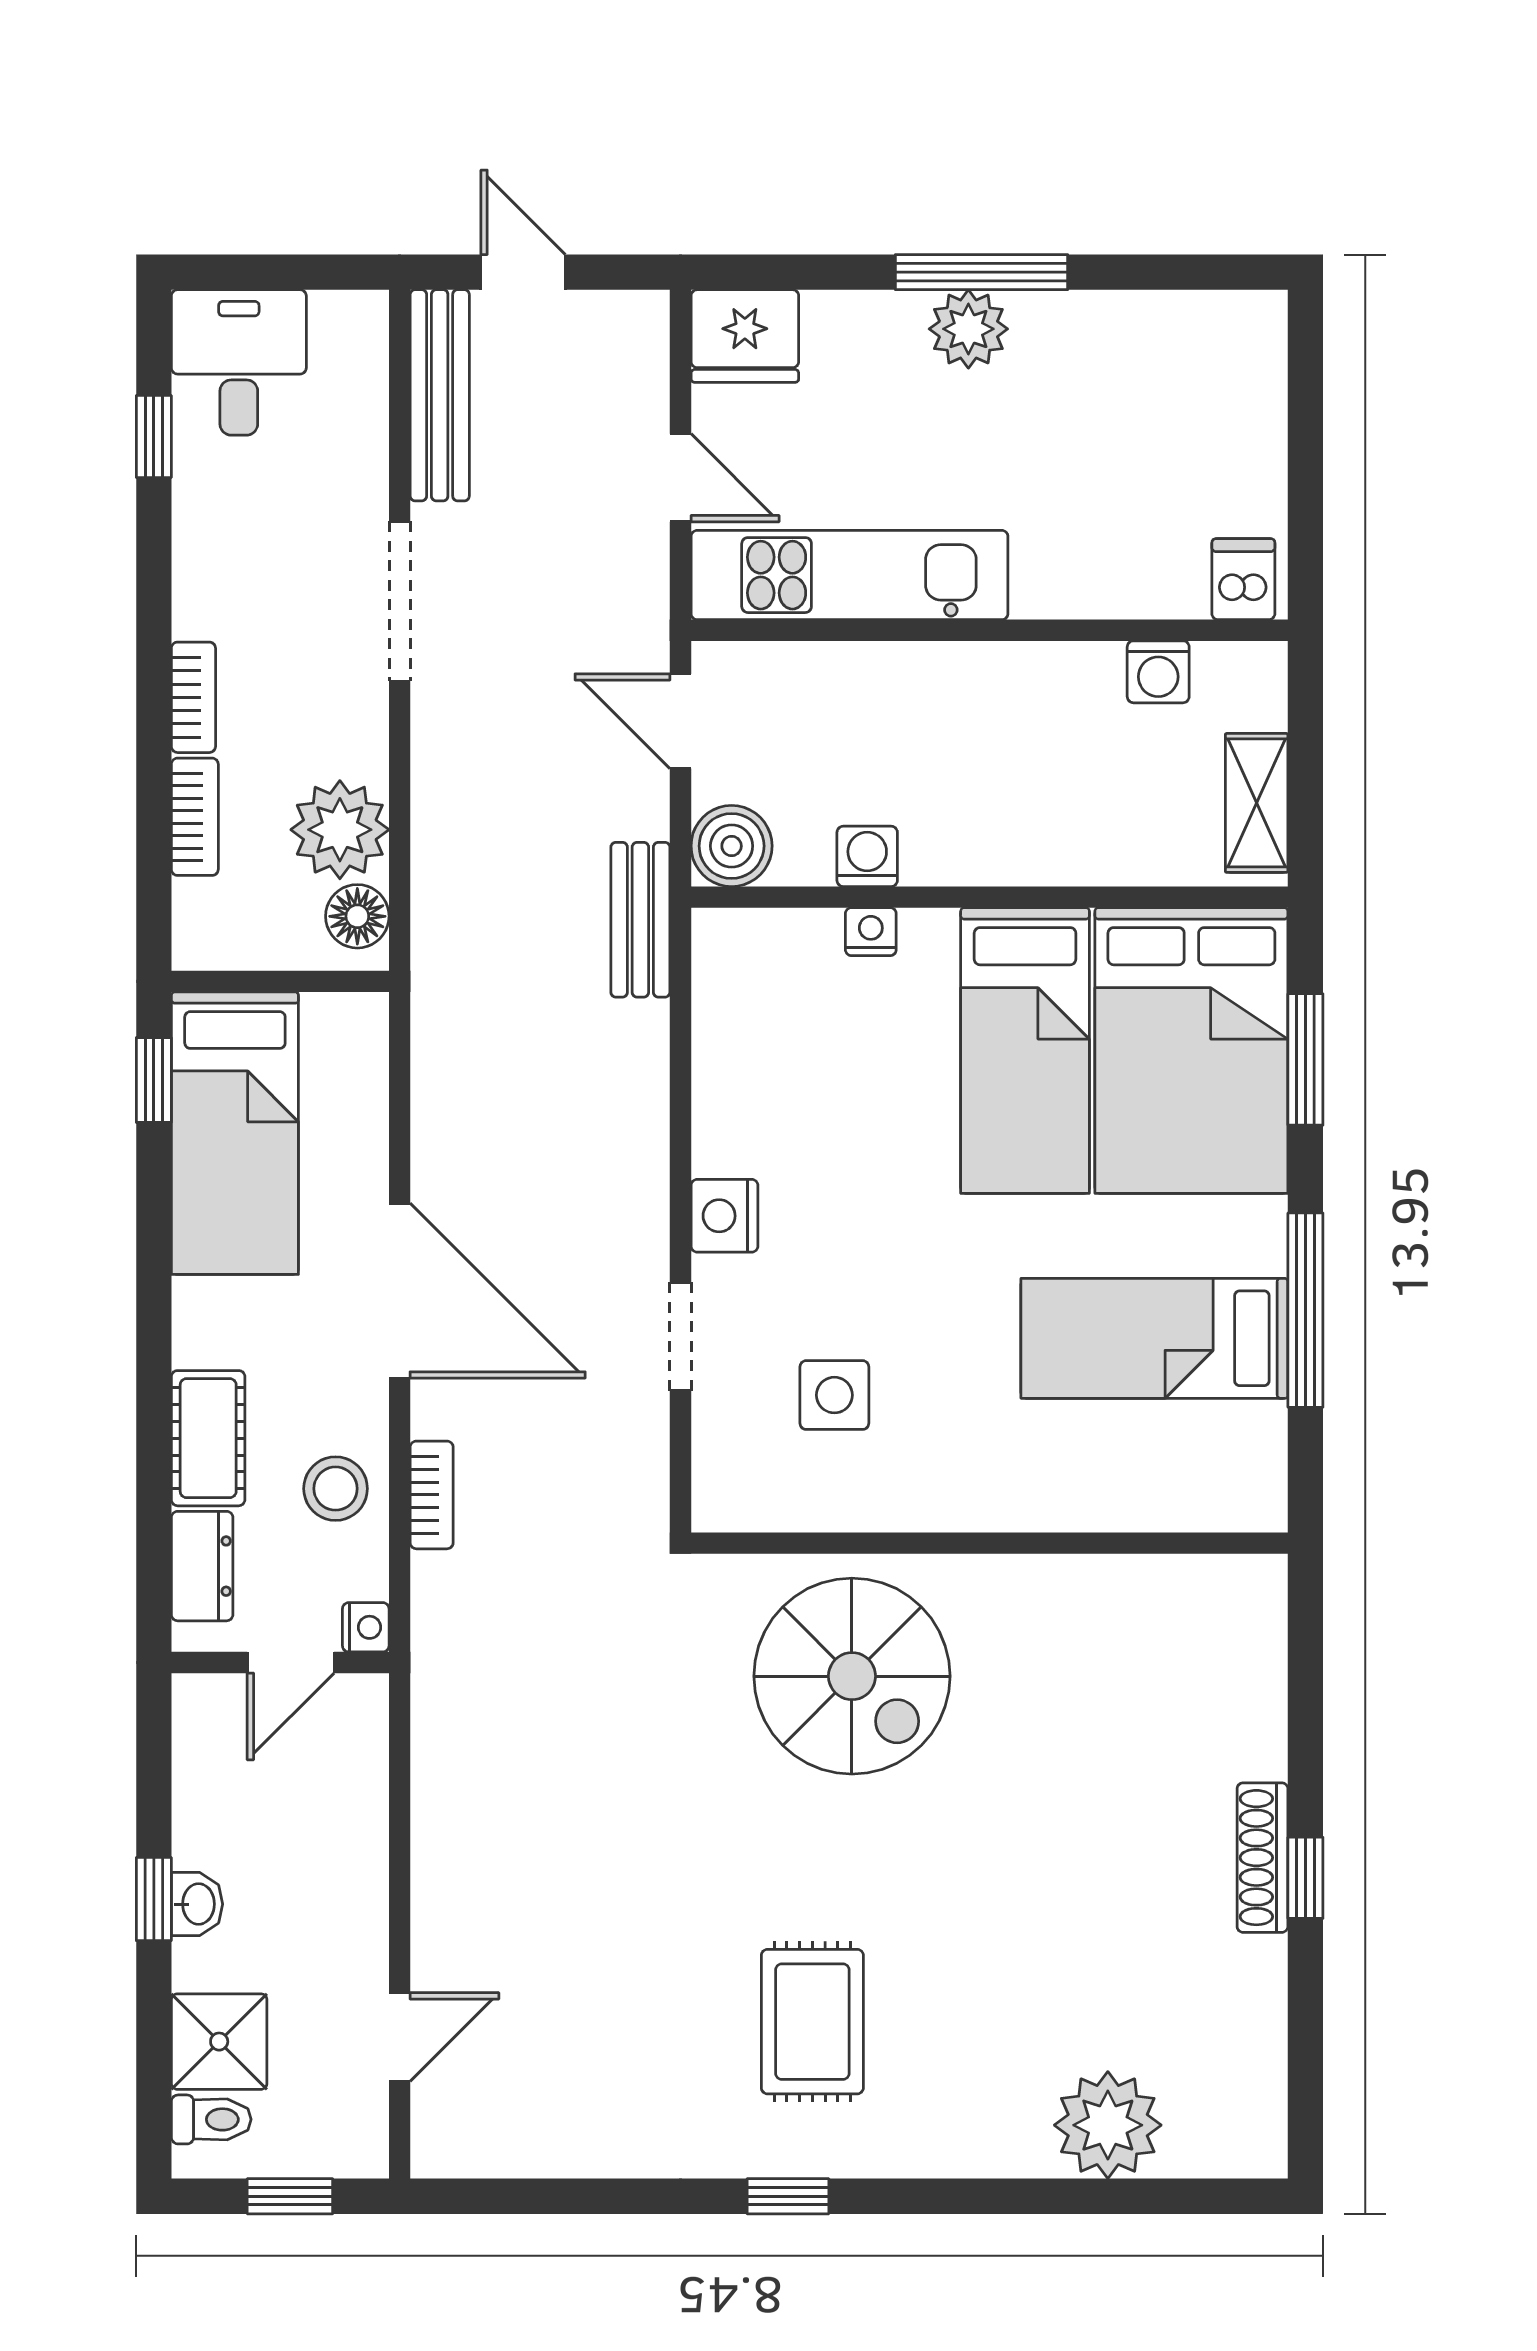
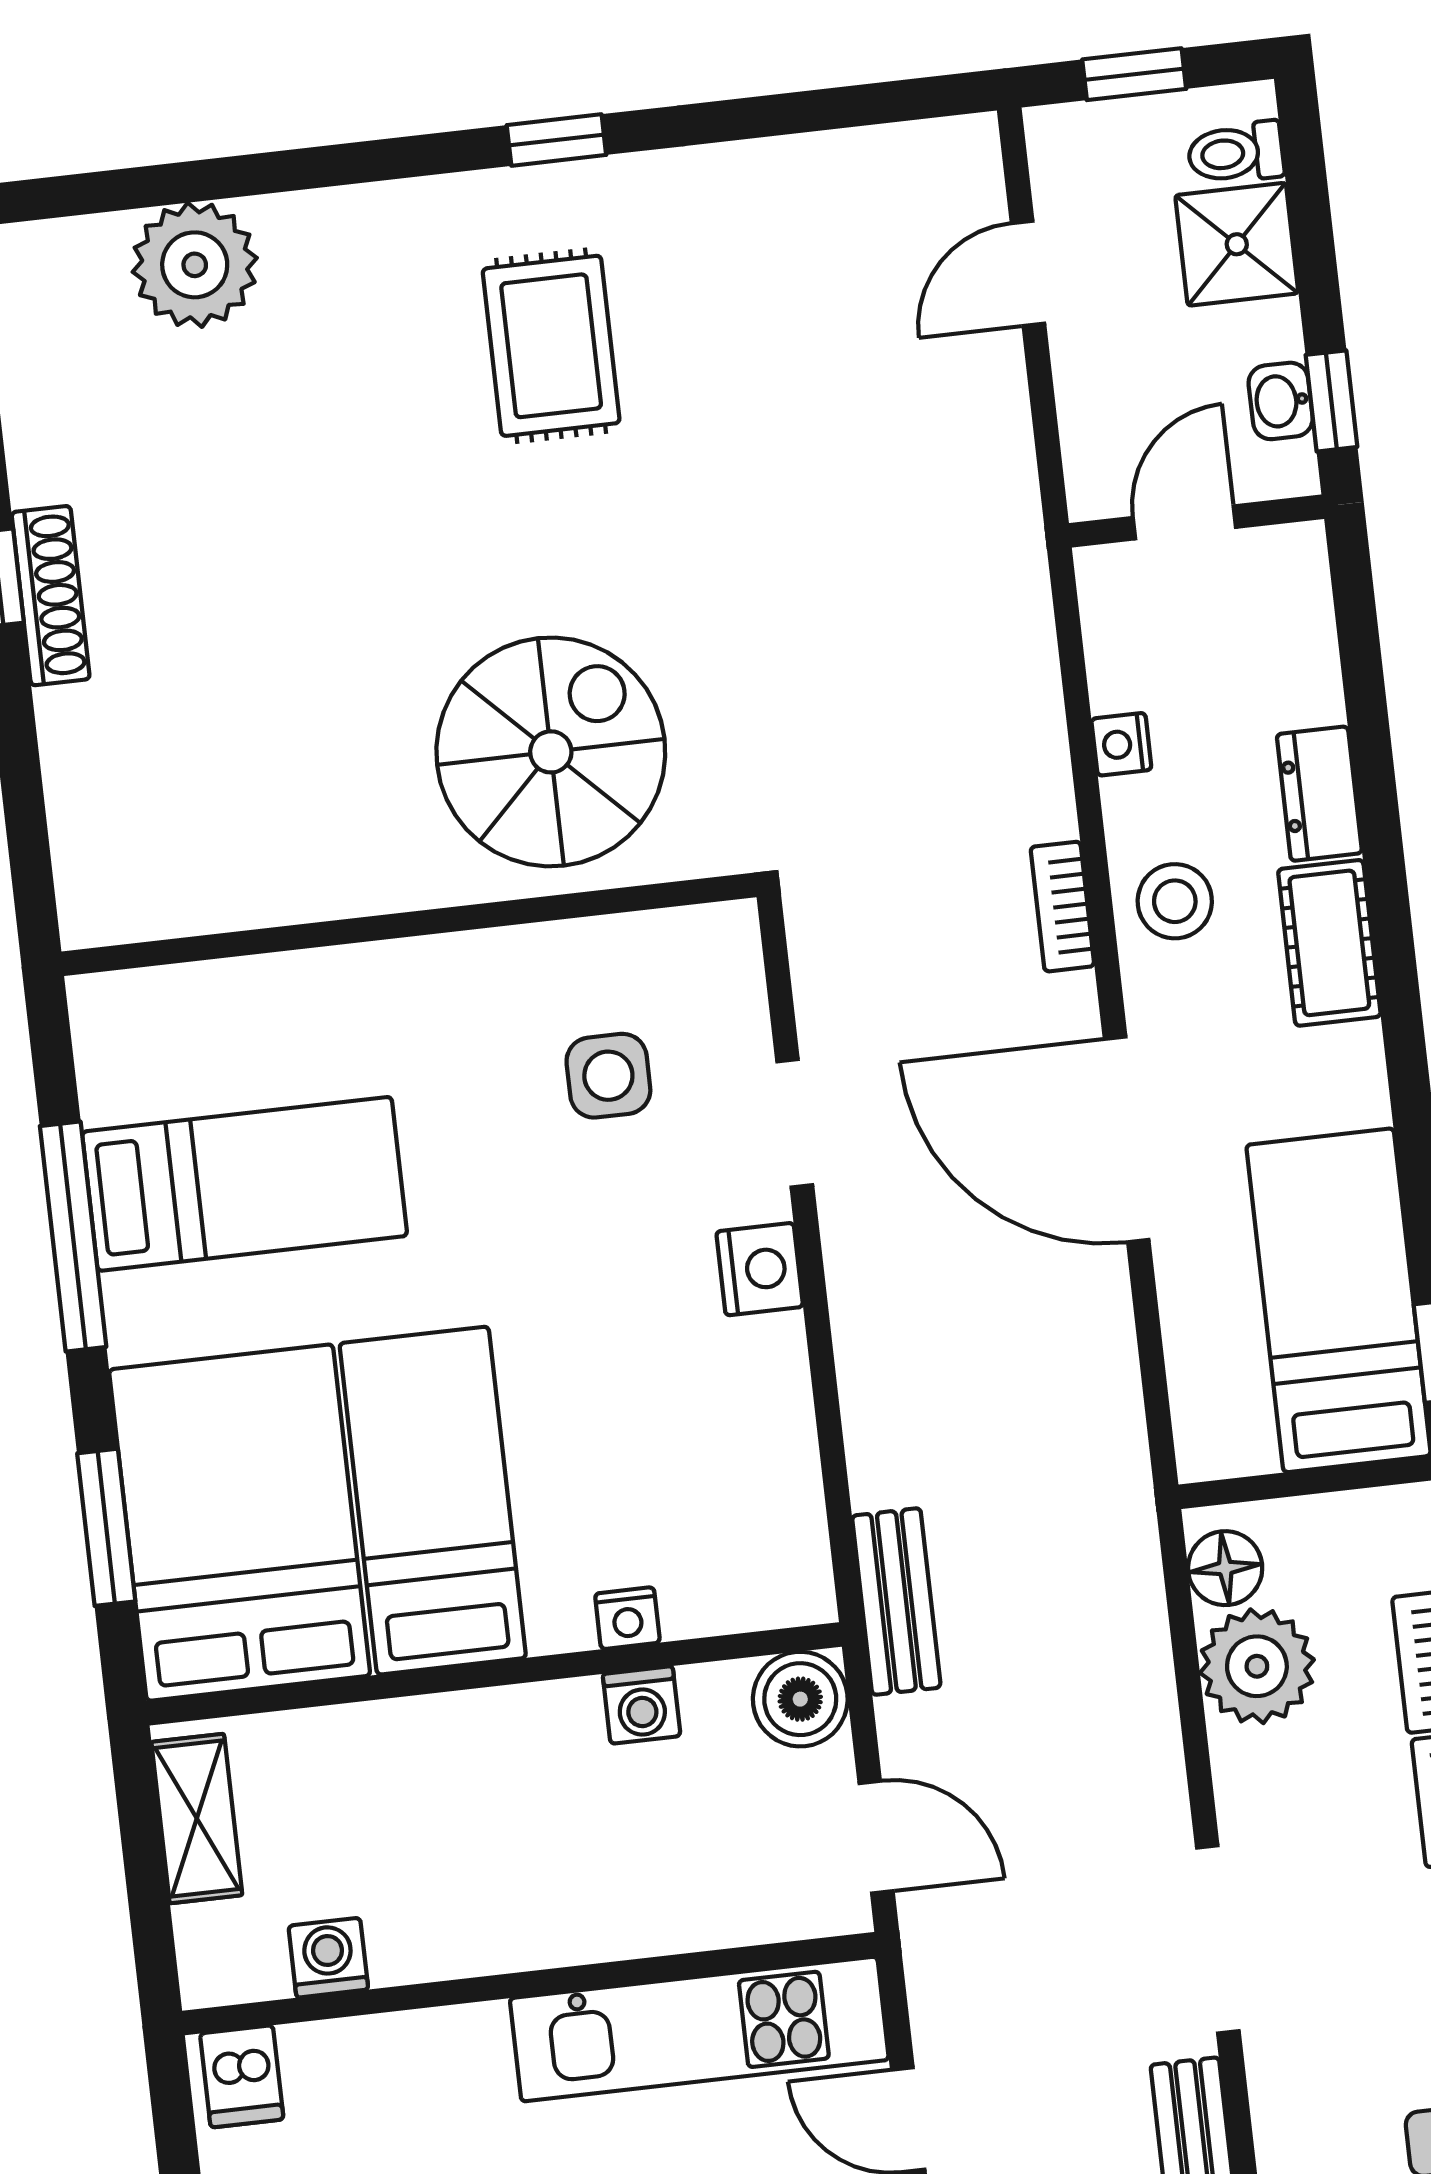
wall: (280, 1663) -> (1197, 521), moved
door: (291, 1663) -> (1184, 522), moved
spiral stairs: (852, 1676) -> (551, 752), turned 90

